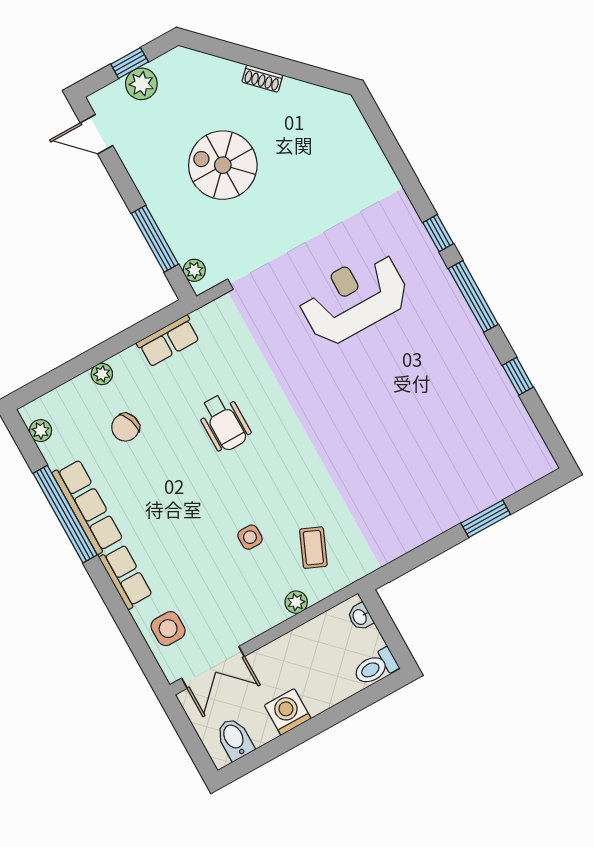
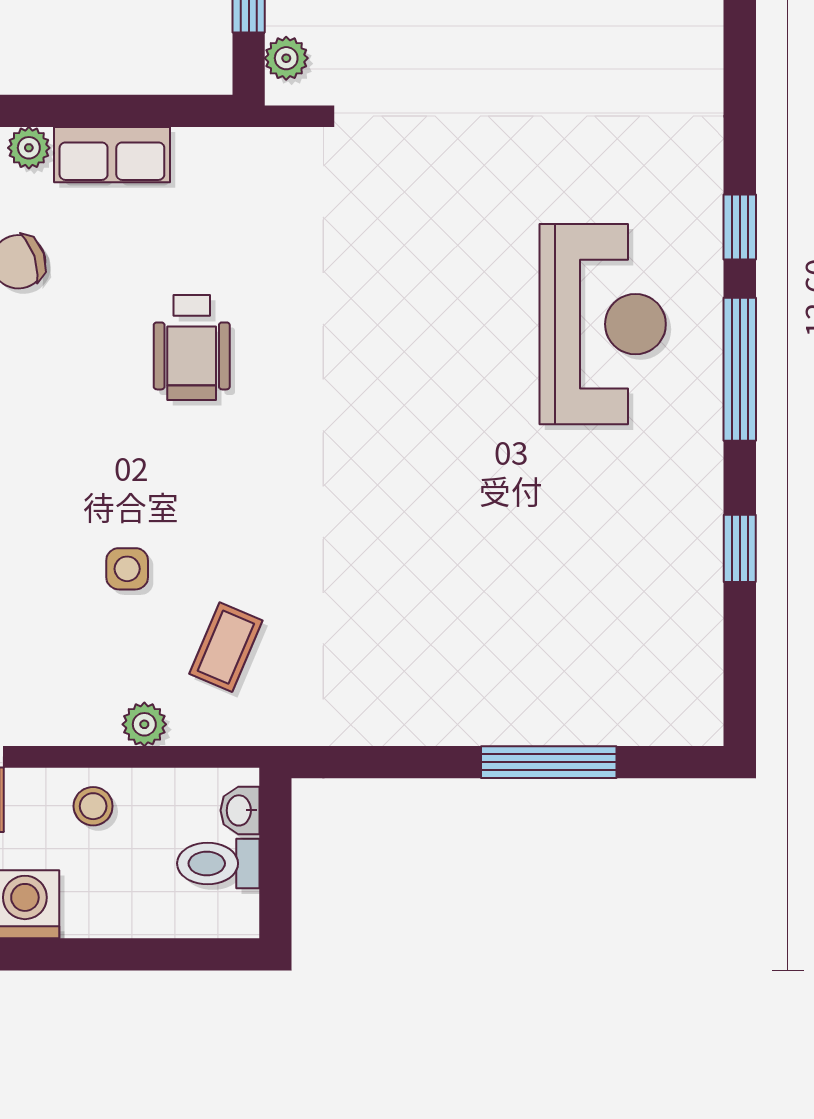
reception desk: (354, 298) -> (603, 324), moved, turned 90
row of seats: (168, 341) -> (112, 155), moved
window: (486, 519) -> (549, 762), width x1.44
stool: (294, 651) -> (93, 806), added
toilet: (375, 667) -> (218, 863), moved

